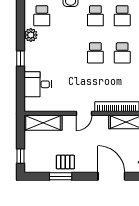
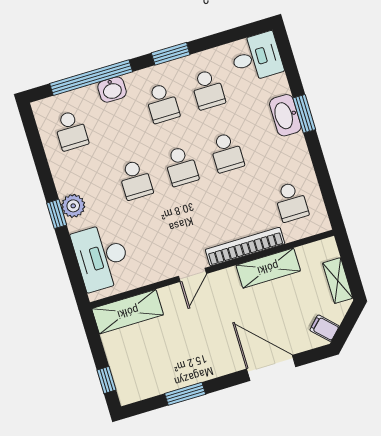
plant: (31, 35) -> (73, 206), moved
school desk: (69, 53) -> (136, 180), added
desk: (38, 84) -> (102, 257), width x1.37
pallet: (65, 162) -> (186, 367), removed

